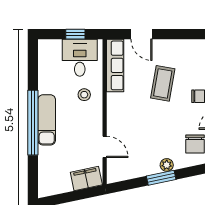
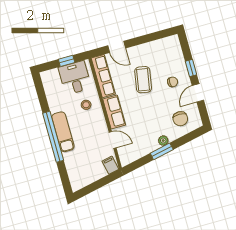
row of seats: (116, 113) -> (114, 112), added
filing cabinet: (86, 179) -> (110, 165), width x0.50

